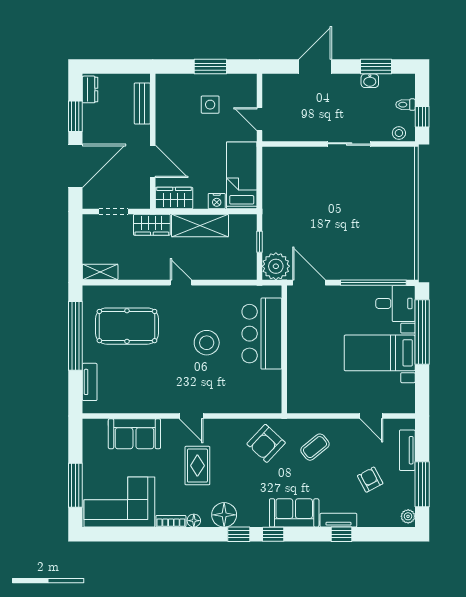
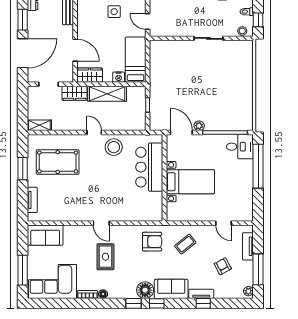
plant: (276, 266) -> (199, 126), moved, width x0.53, depth x0.53
window: (75, 336) -> (23, 169), width x0.47
stool: (207, 343) -> (114, 147), moved
bed with nightstands: (380, 353) -> (190, 182), moved, turned 180
sofa: (134, 434) -> (45, 235), moved
armchair: (266, 443) -> (152, 242), turned -133
floor lamp: (224, 515) -> (145, 290), moved

